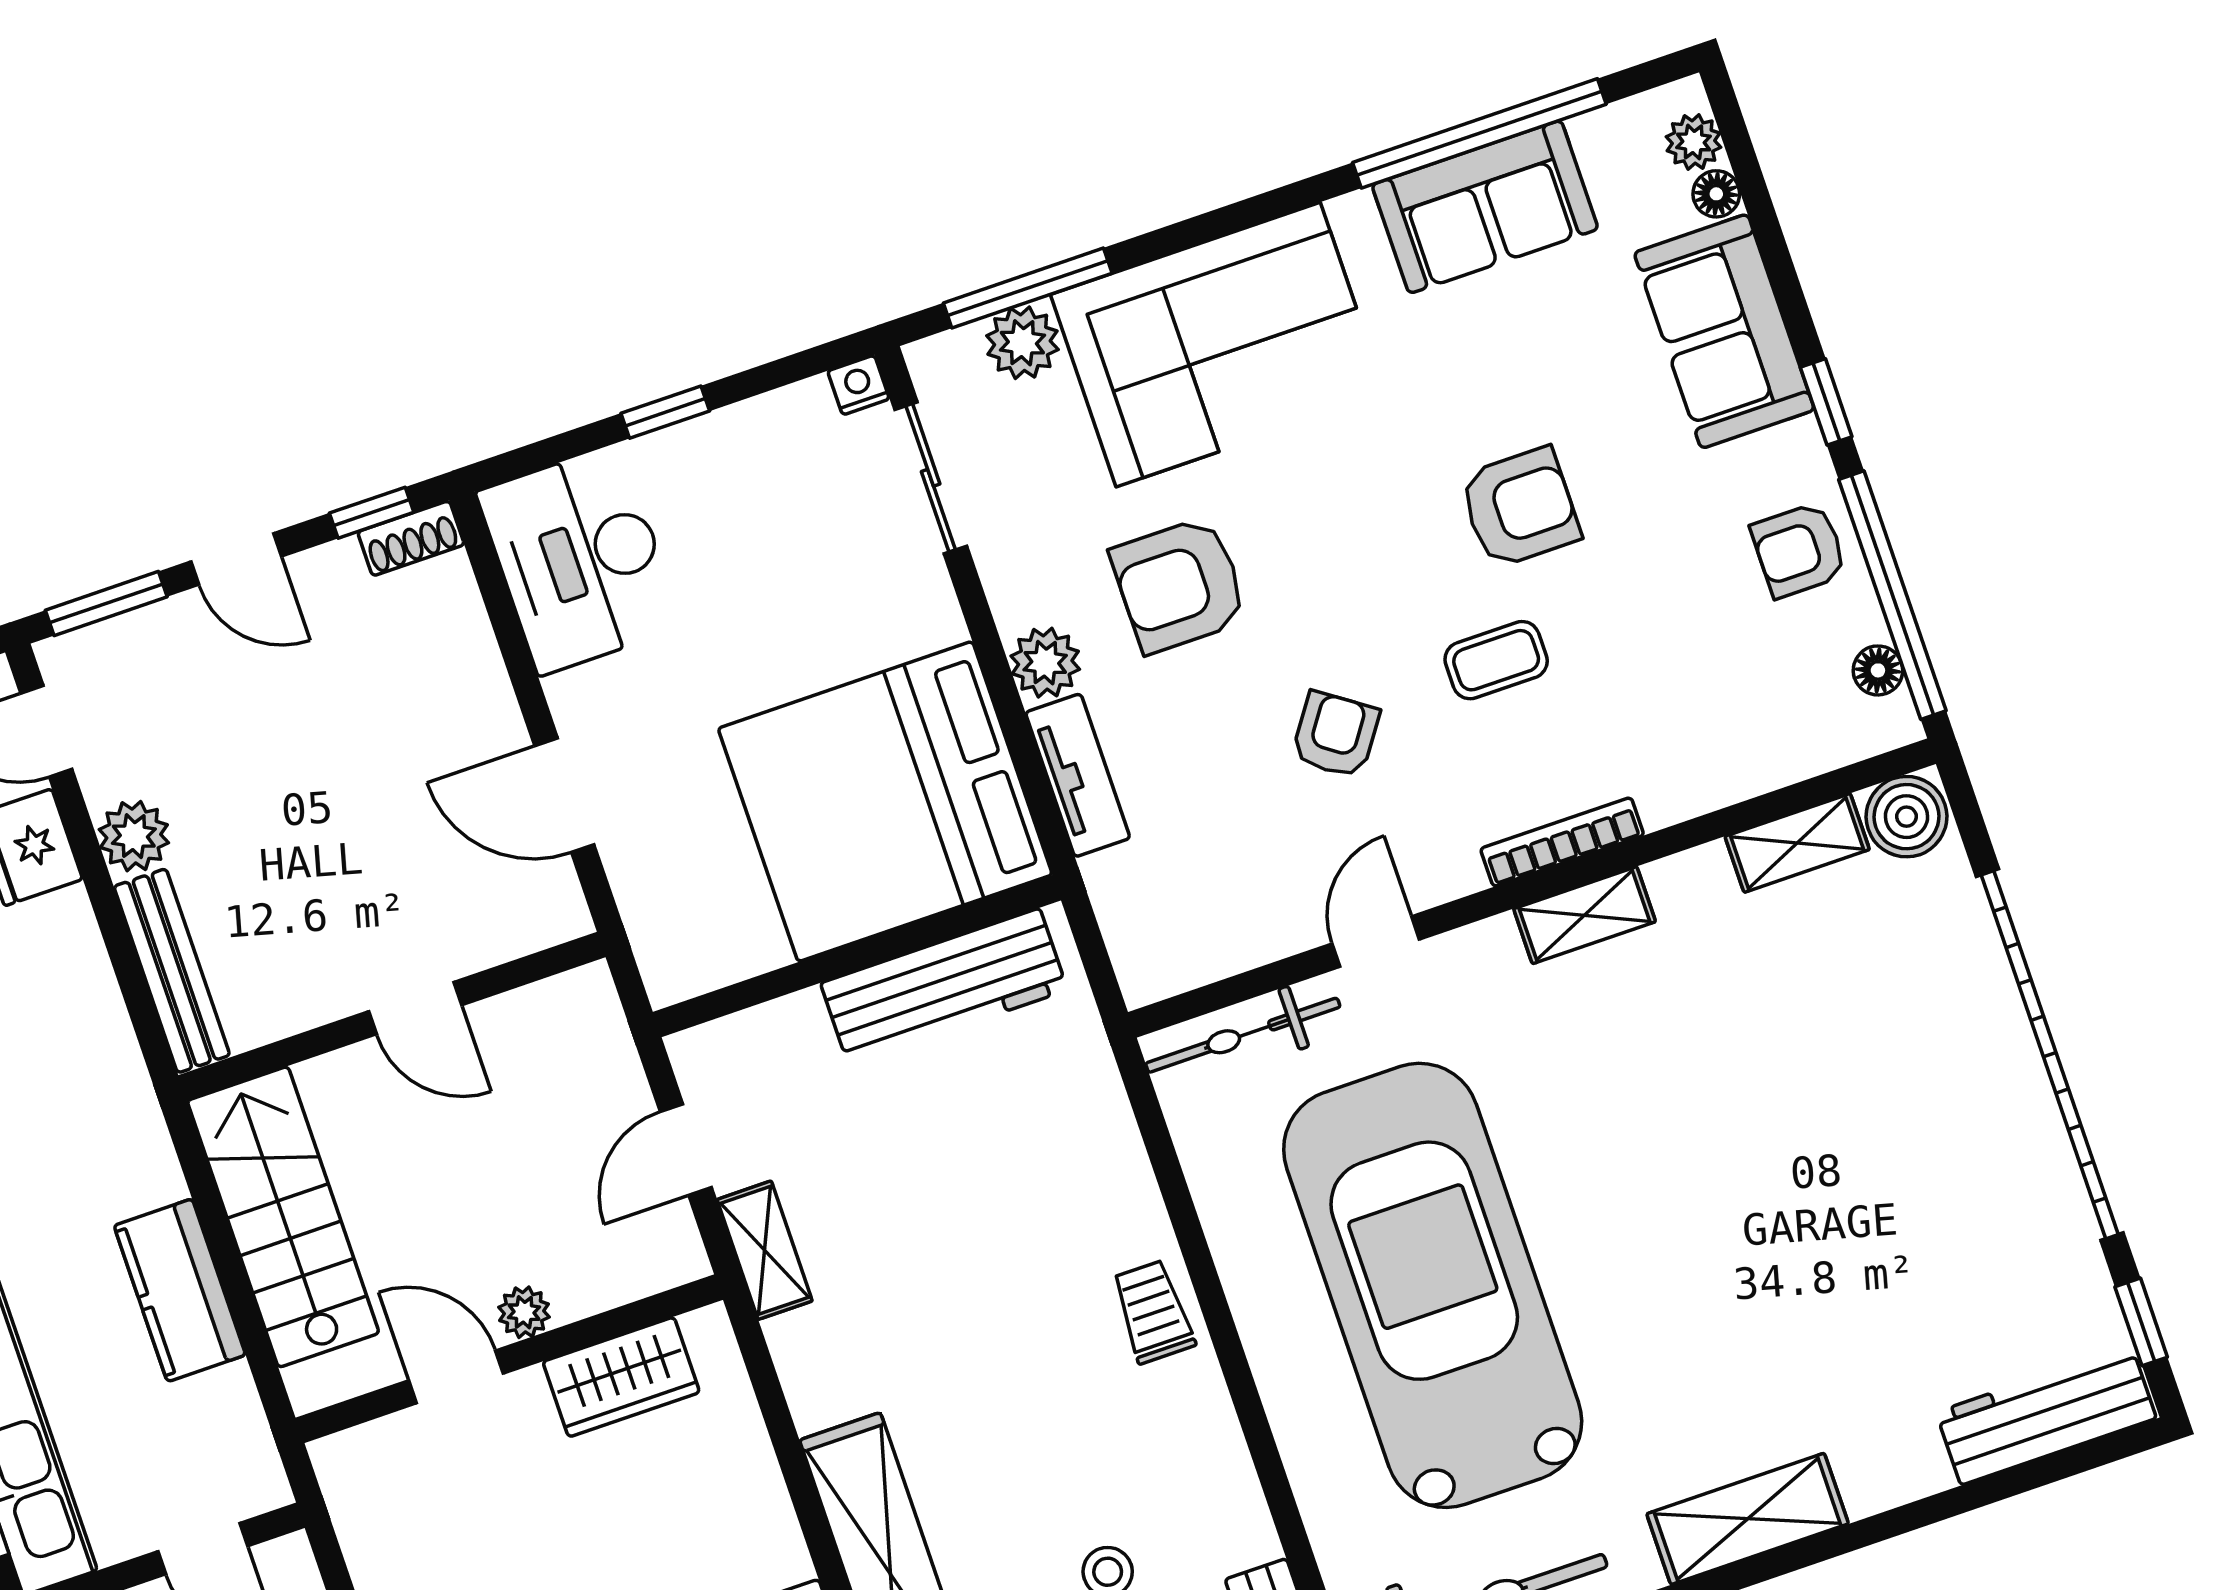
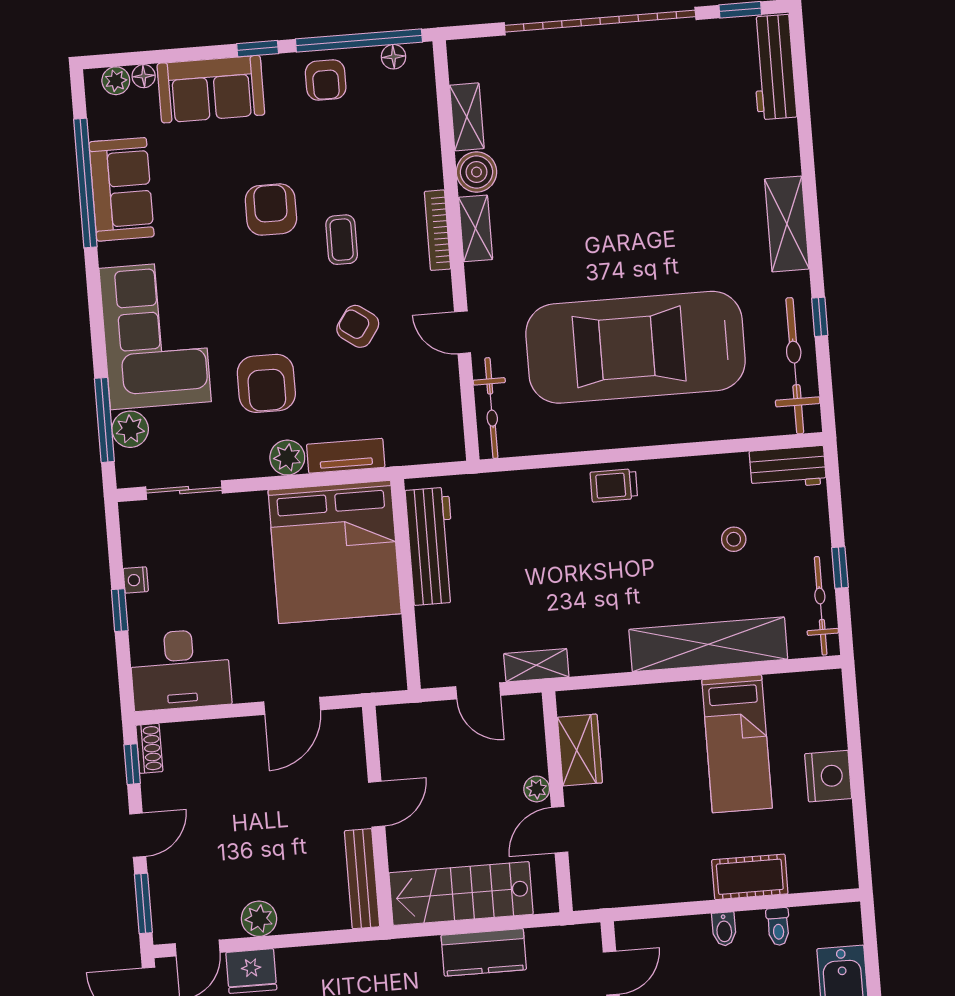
nightstand: (858, 385) -> (136, 580), moved
boiler: (1906, 817) -> (477, 172), moved
bench: (172, 971) -> (362, 879), moved, turned 90

